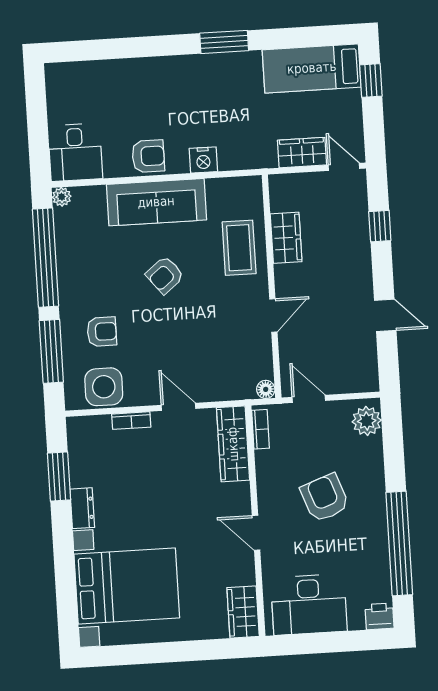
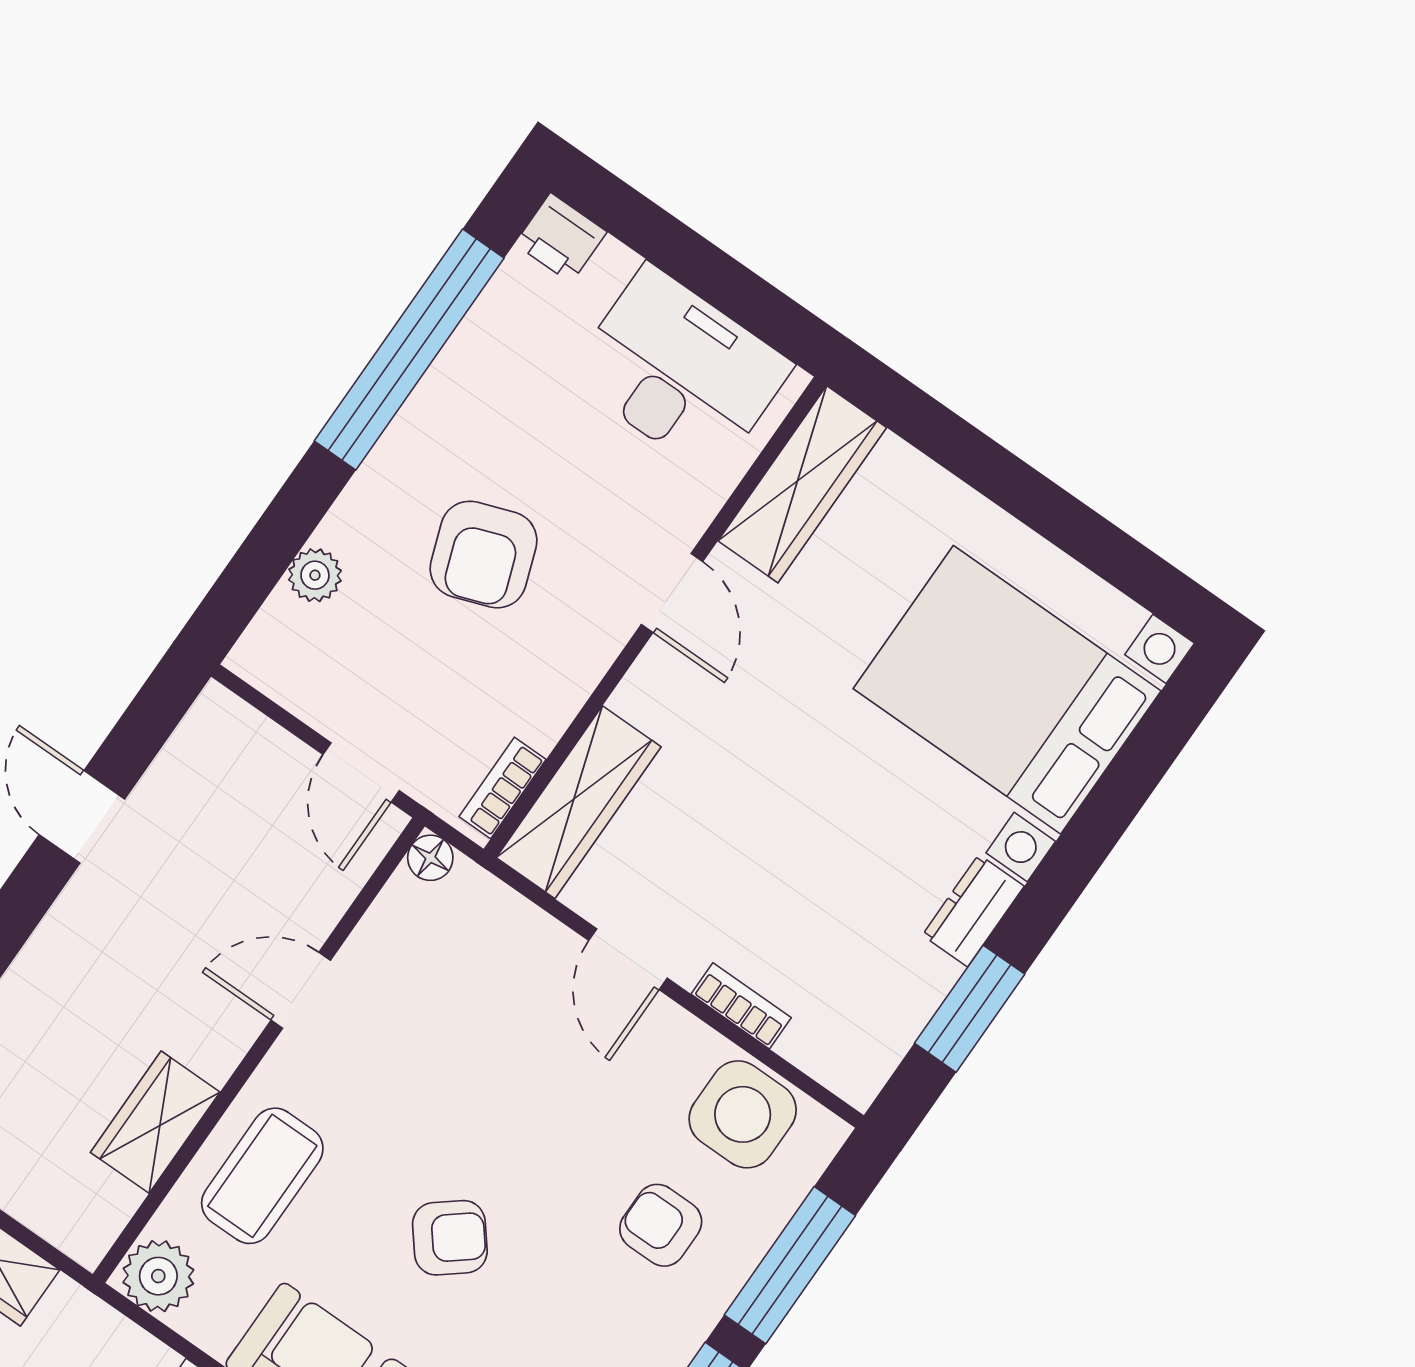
plant: (247, 190) -> (158, 1276), added
plant: (367, 421) -> (315, 575), moved, width x0.73, depth x0.73
wardrobe: (243, 612) -> (802, 484), width x1.50

